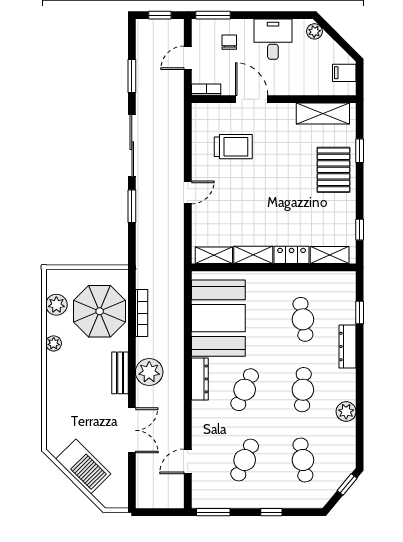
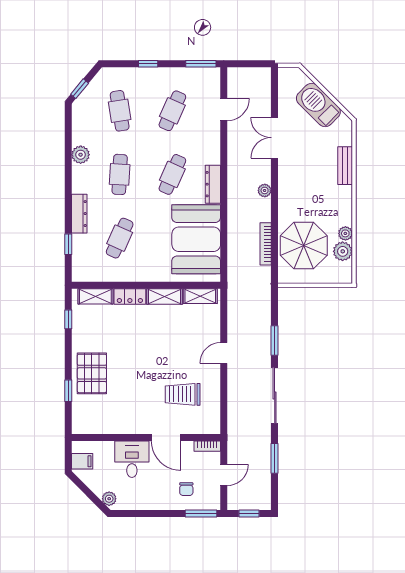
desk: (273, 39) -> (132, 459), moved, turned 180
shelving: (323, 114) -> (101, 424), removed
cafe table: (303, 319) -> (120, 238), turned 33
plant: (54, 343) -> (345, 233), moved
plant: (149, 372) -> (265, 190), width x0.53, depth x0.53
bench: (120, 373) -> (345, 166), moved

